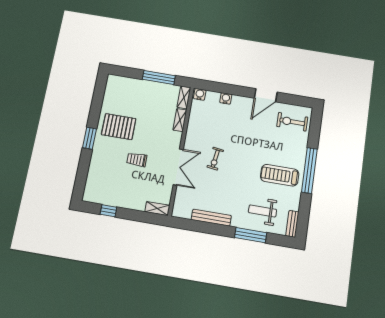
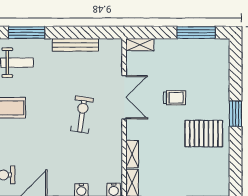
exercise bike: (215, 159) -> (82, 115), width x1.38, depth x1.39
double door: (178, 167) -> (124, 97), swing flipped
window: (108, 211) -> (196, 33), width x2.17

